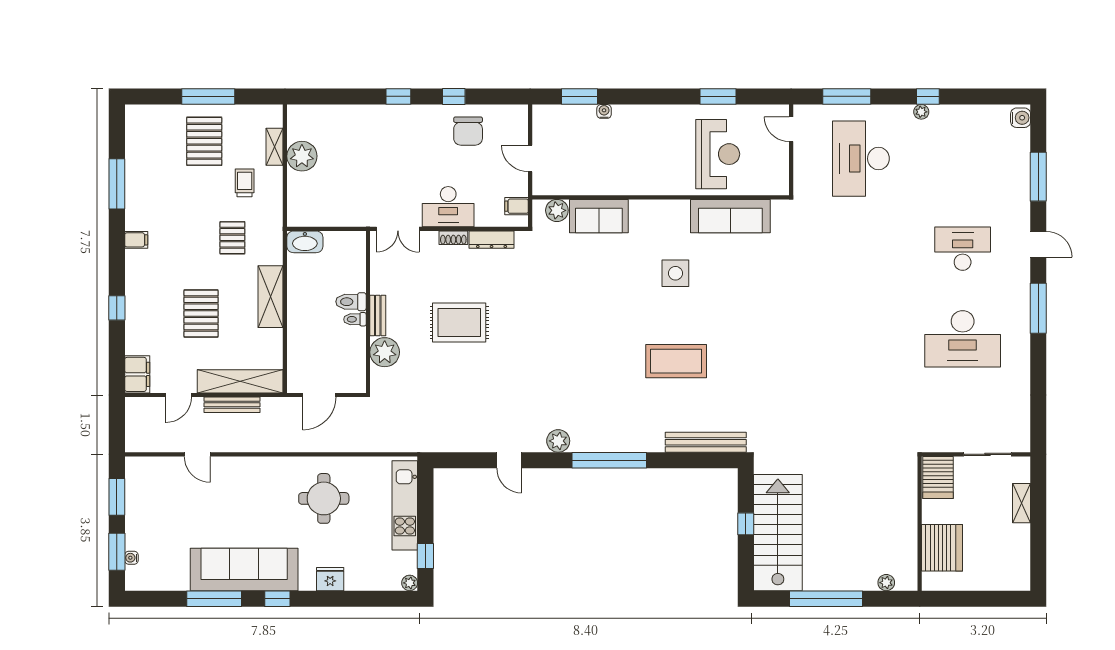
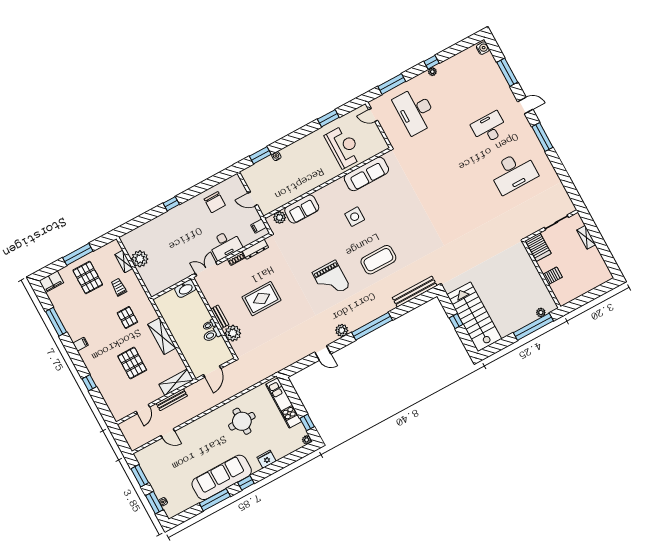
window: (454, 96) -> (198, 189), removed
double door: (398, 229) -> (206, 269), swing flipped
washbasin: (305, 242) -> (185, 289), moved
toilet: (351, 302) -> (212, 335), moved
grand piano: (585, 352) -> (331, 280), added
filing cabinet: (137, 374) -> (51, 282), moved, turned 90
shelving: (240, 381) -> (176, 382), width x0.68
server rack: (942, 548) -> (553, 276), width x0.46, depth x0.70
window: (826, 599) -> (533, 327), moved

